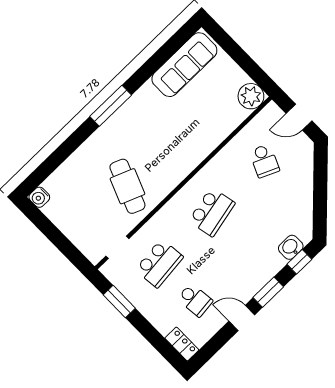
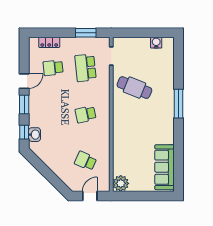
window: (111, 106) -> (178, 104), moved
water cooler: (39, 197) -> (156, 43), moved
school desk: (212, 212) -> (85, 114), width x0.54
locker: (182, 344) -> (49, 42), moved

